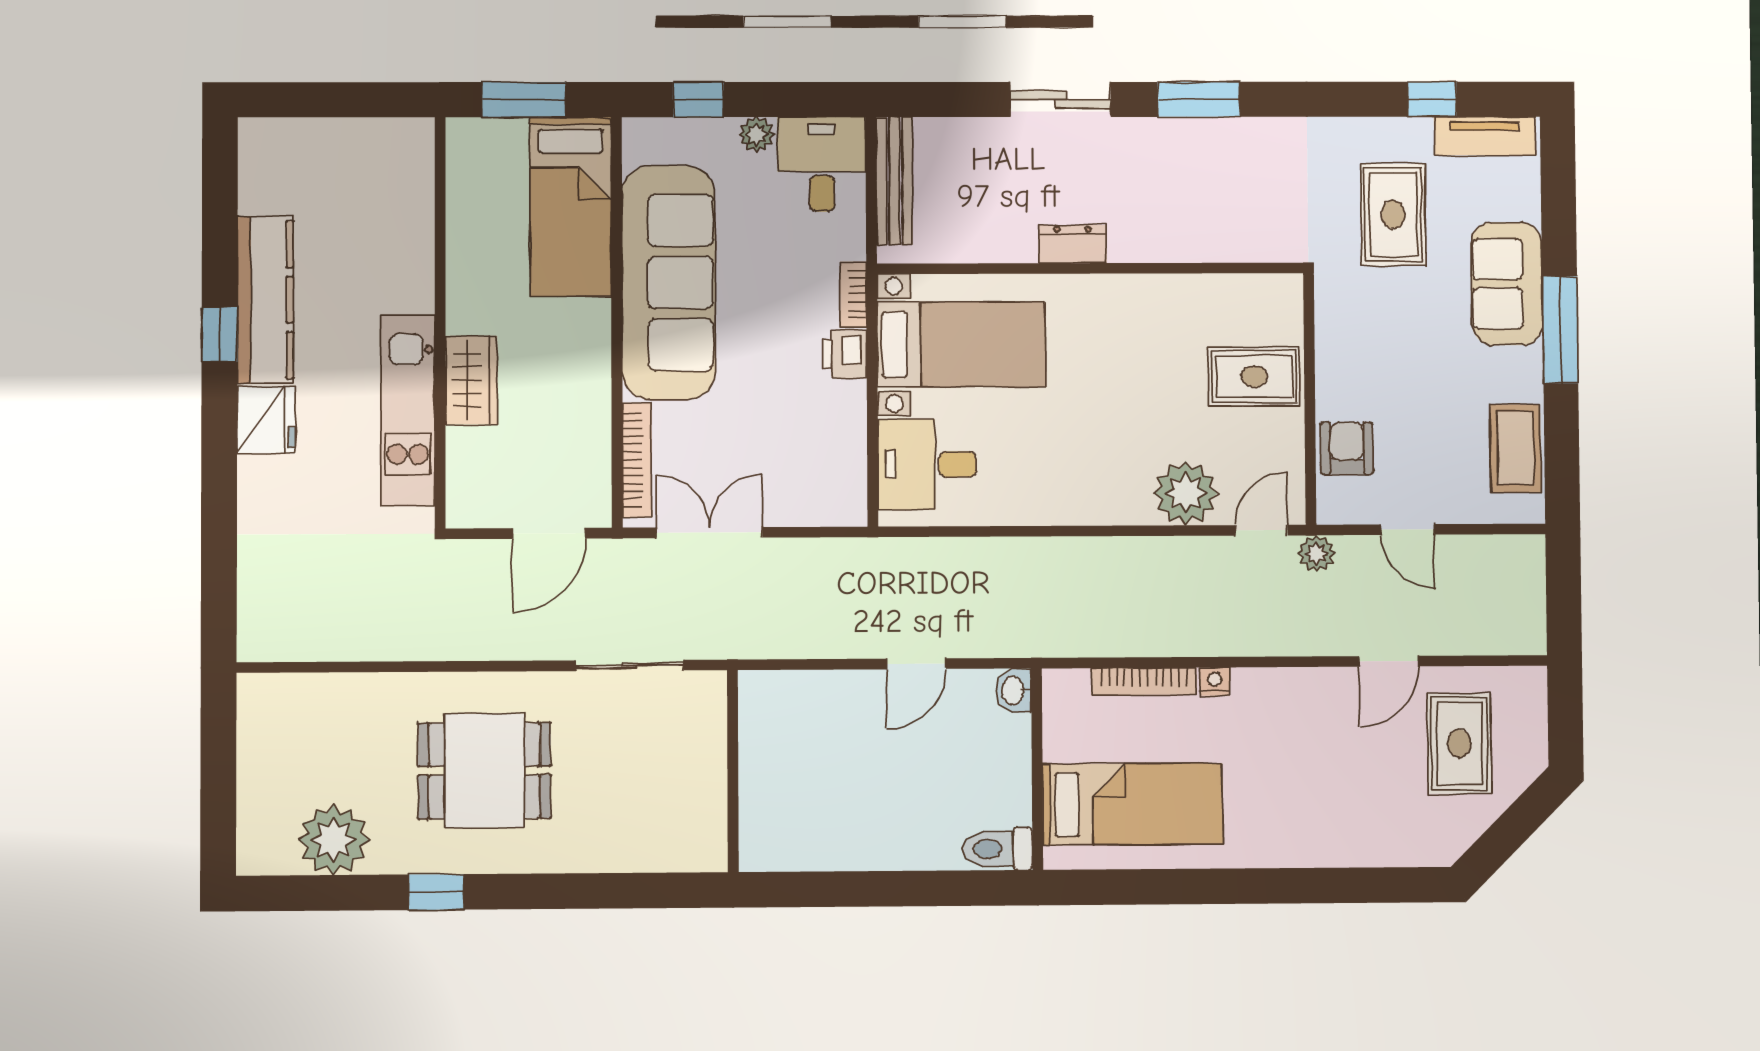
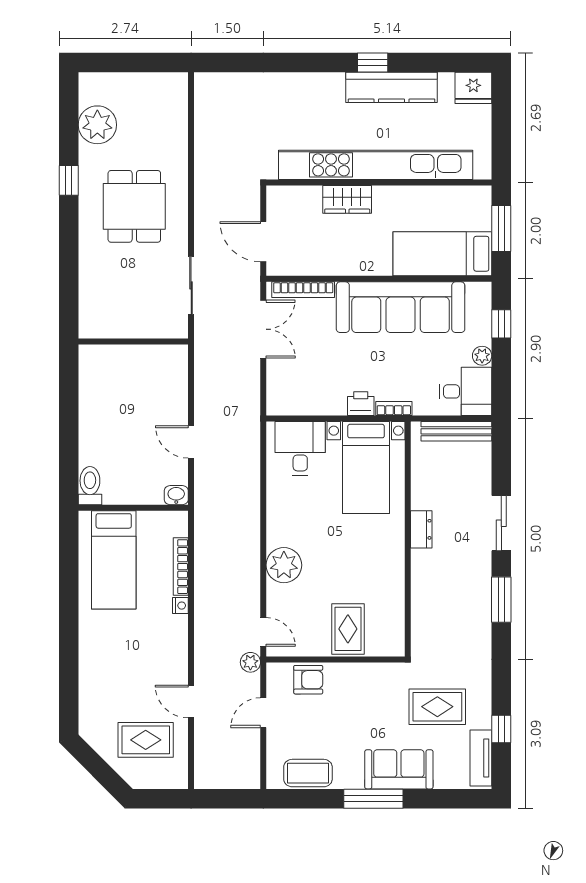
kitchen unit: (408, 410) -> (376, 165), width x1.86
fridge: (266, 420) -> (473, 88), moved
plant: (1186, 493) -> (284, 565), moved

